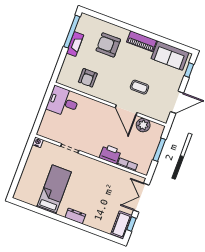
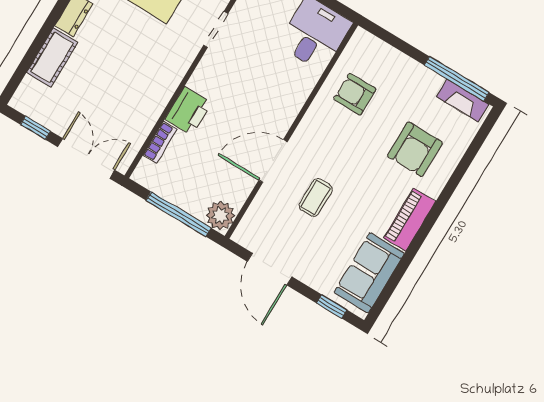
fireplace: (75, 44) -> (463, 100), moved
armchair: (108, 45) -> (415, 149), turned 180
plant: (143, 125) -> (220, 216), moved
window: (159, 150) -> (179, 214), width x1.44
cot: (121, 225) -> (52, 57), moved, turned 90

